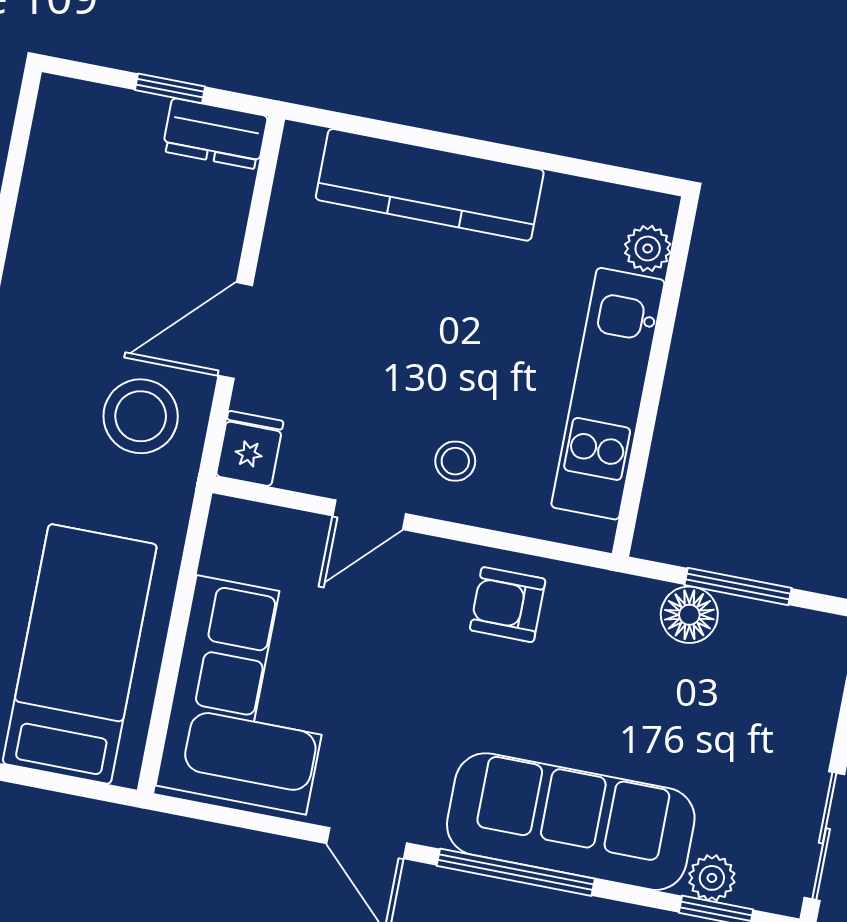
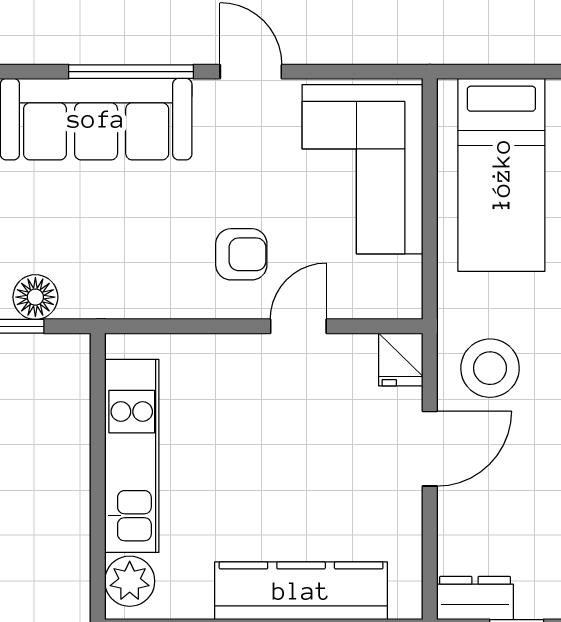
plant: (648, 248) -> (130, 581), width x1.38, depth x1.38
stool: (455, 461) -> (240, 381), removed
armchair: (508, 605) -> (241, 254), moved

